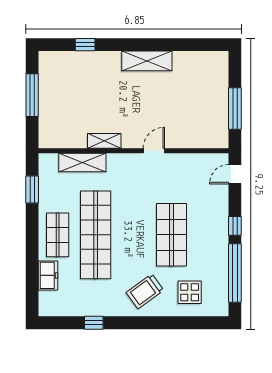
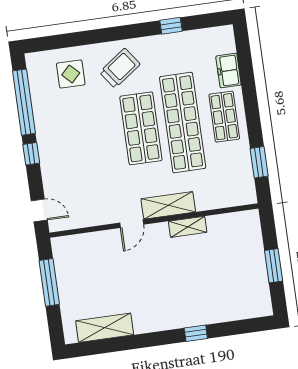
window: (85, 45) -> (196, 333), moved
shelving: (147, 61) -> (105, 328), moved
window: (32, 95) -> (274, 266), width x0.69
shelving: (82, 162) -> (168, 205), moved
door: (235, 174) -> (39, 210), hinge flipped
shop shelf: (172, 235) -> (141, 128), moved

